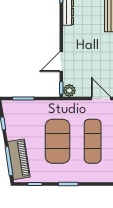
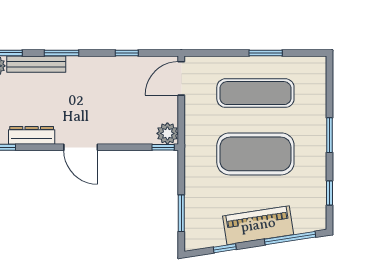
door: (61, 62) -> (81, 147), moved
piano: (19, 159) -> (258, 225), moved

